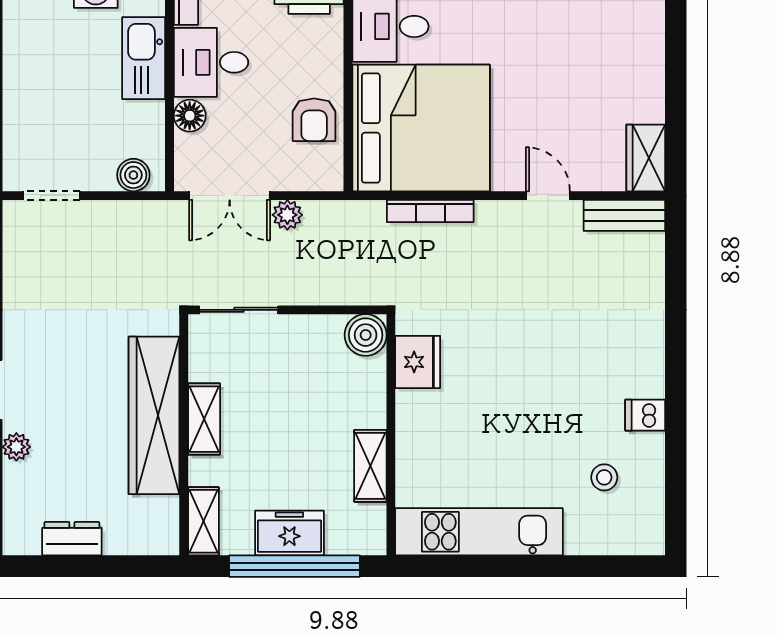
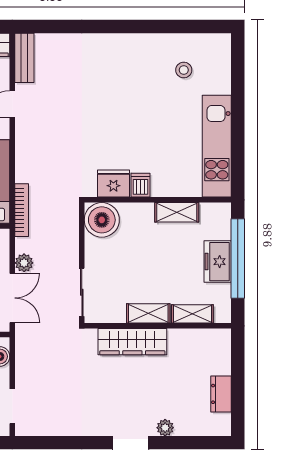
bookcase: (430, 211) -> (22, 210), moved
boiler: (366, 335) -> (102, 220), width x1.37, depth x1.37
wardrobe: (154, 415) -> (132, 342), width x0.71, depth x0.85
dishwasher: (645, 415) -> (141, 185), moved, turned 180
shelving: (203, 521) -> (192, 314), moved

